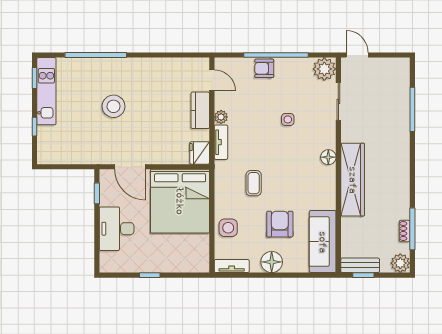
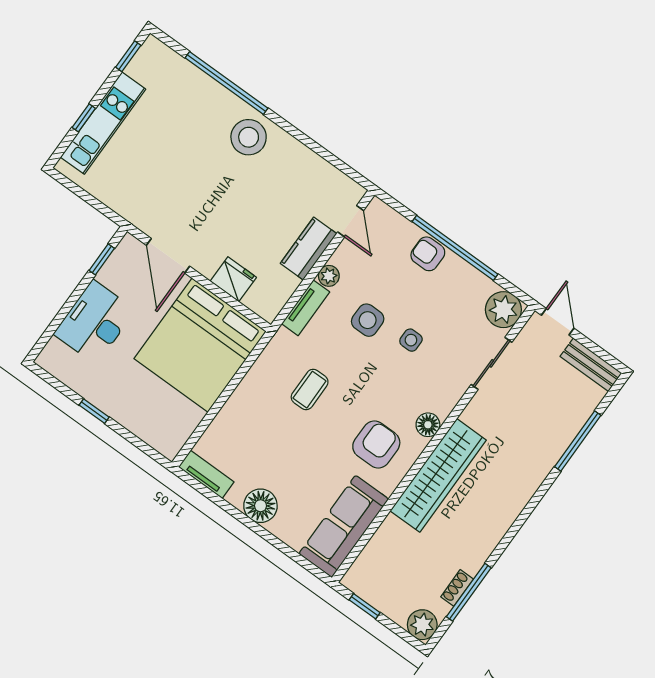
kitchen unit: (46, 91) -> (103, 123), moved
stool: (114, 106) -> (249, 137), moved
fridge: (200, 153) -> (233, 279), moved, turned 90
armchair: (280, 224) -> (376, 445), moved
side table: (228, 228) -> (368, 320), moved
bench: (360, 265) -> (591, 365), moved

